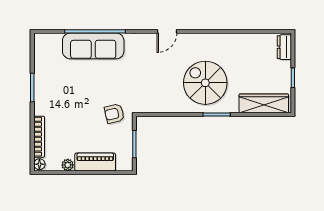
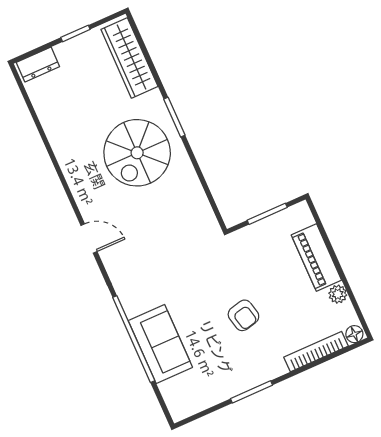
sofa: (93, 46) -> (160, 344), width x0.73
armchair: (114, 114) -> (243, 315), moved

